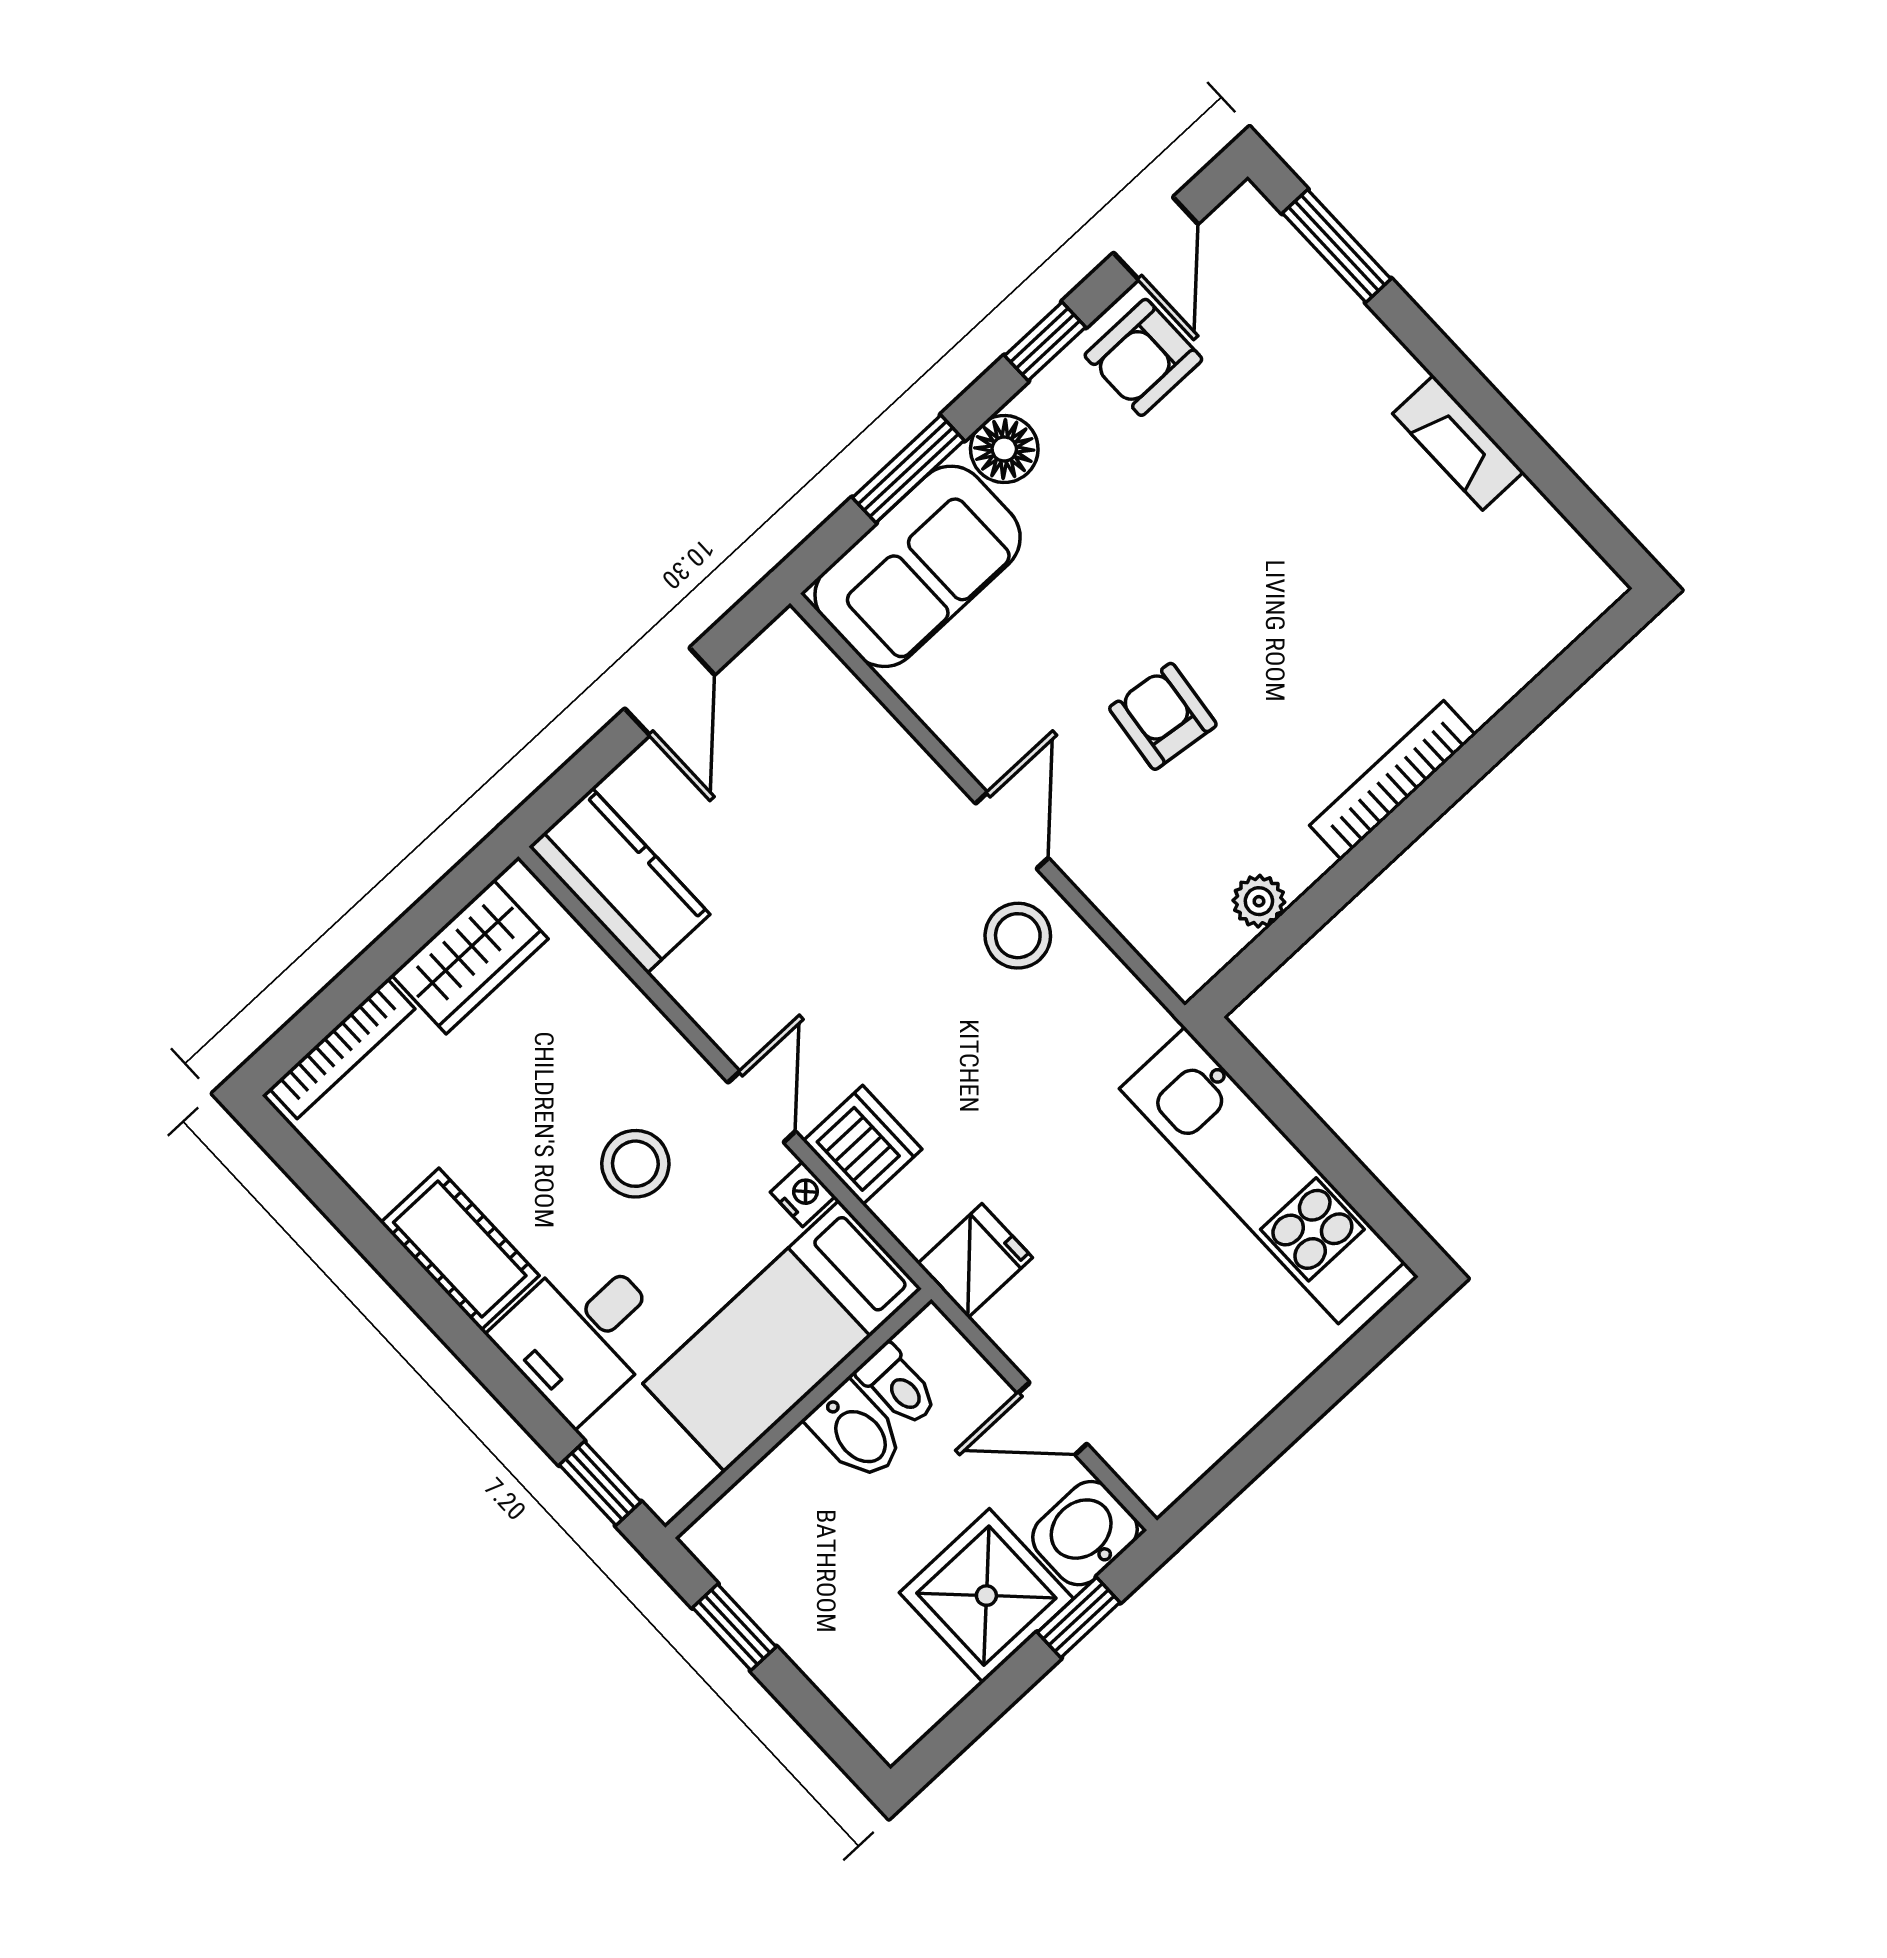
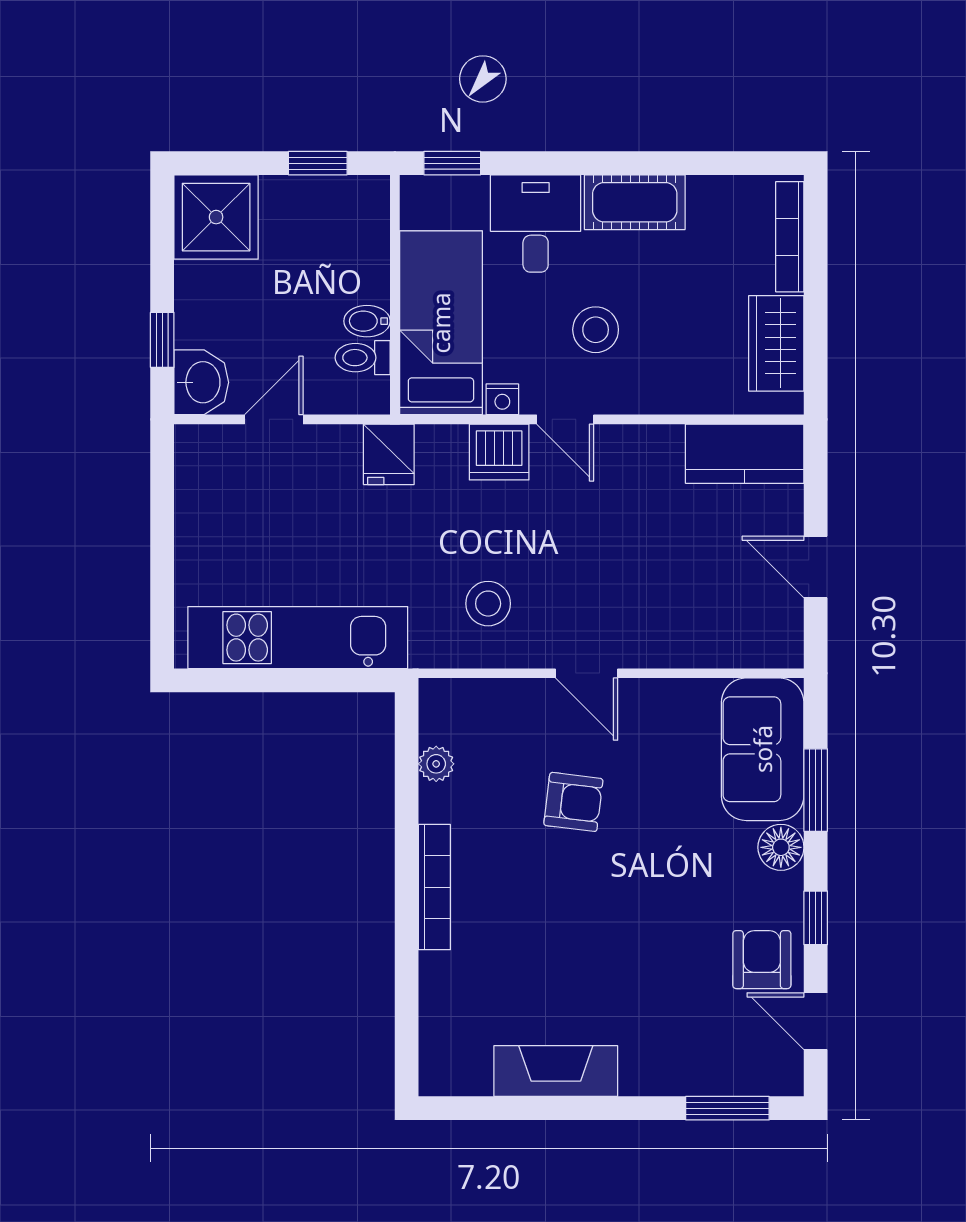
fireplace: (1458, 443) -> (556, 1071), width x1.37, depth x1.32
stool: (1018, 936) -> (488, 604), moved
bidet: (856, 1432) -> (367, 321), width x0.72, depth x0.74
shower: (986, 1596) -> (216, 217), moved

